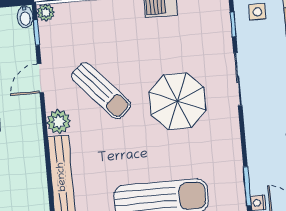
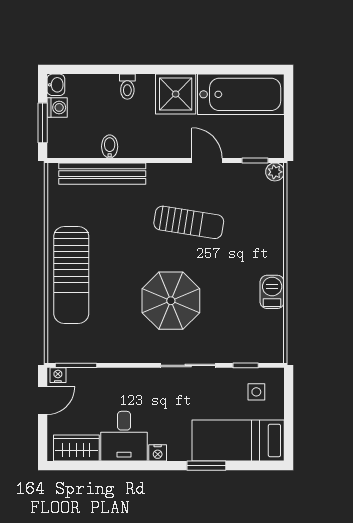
bidet: (25, 17) -> (110, 147), moved, turned 90
sun lounger: (101, 91) -> (189, 222), turned -129
plant: (59, 122) -> (160, 175), removed

